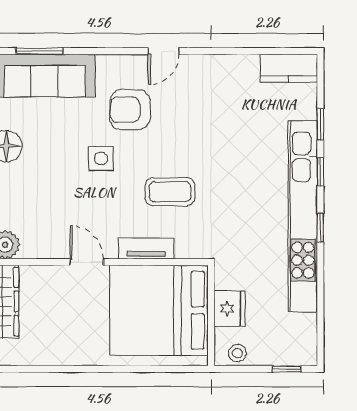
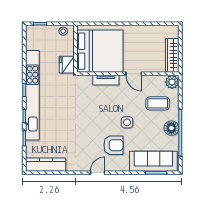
kitchen counter: (289, 68) -> (46, 165), width x1.50
coffee table: (170, 192) -> (158, 103), moved
fridge: (230, 309) -> (67, 65), moved

